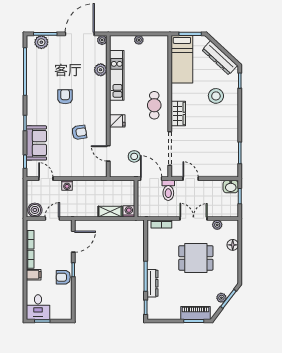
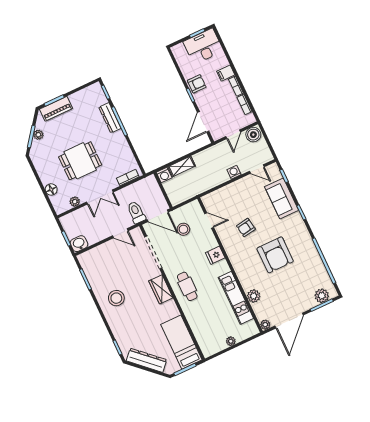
stool: (216, 96) -> (116, 298), moved
armchair: (65, 97) -> (275, 255), width x1.88, depth x1.88
desk: (38, 307) -> (203, 46), width x1.37

